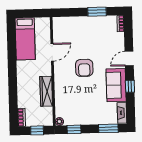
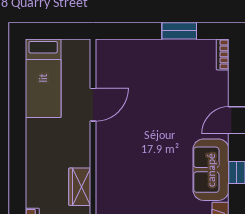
armchair: (84, 68) -> (152, 136), removed
wardrobe: (46, 91) -> (80, 187), width x0.67

